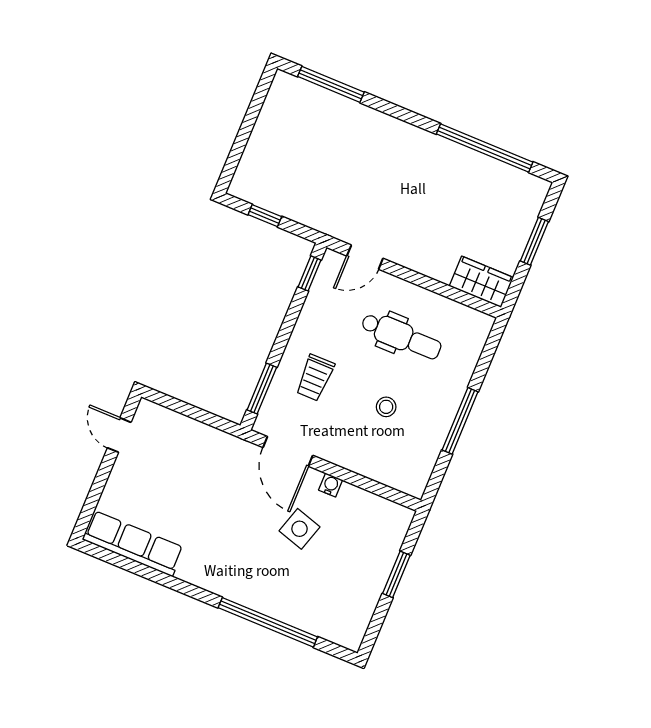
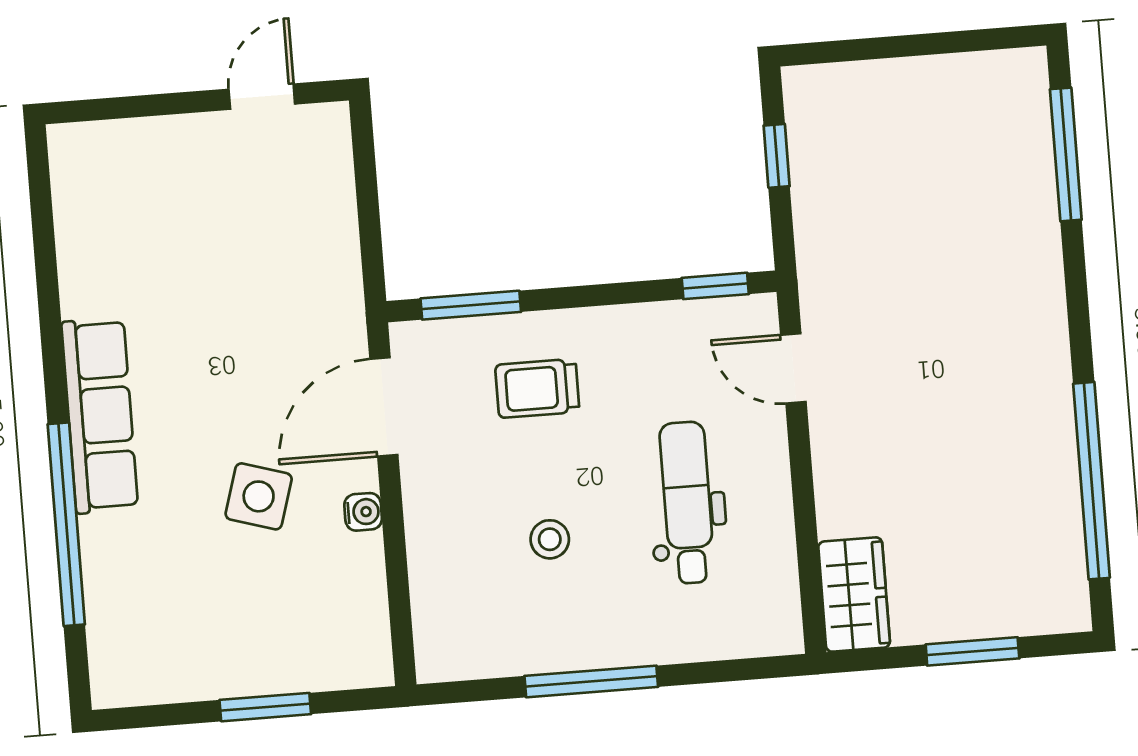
dental chair: (401, 336) -> (687, 503), turned 180
row of seats: (133, 544) -> (100, 416), moved

